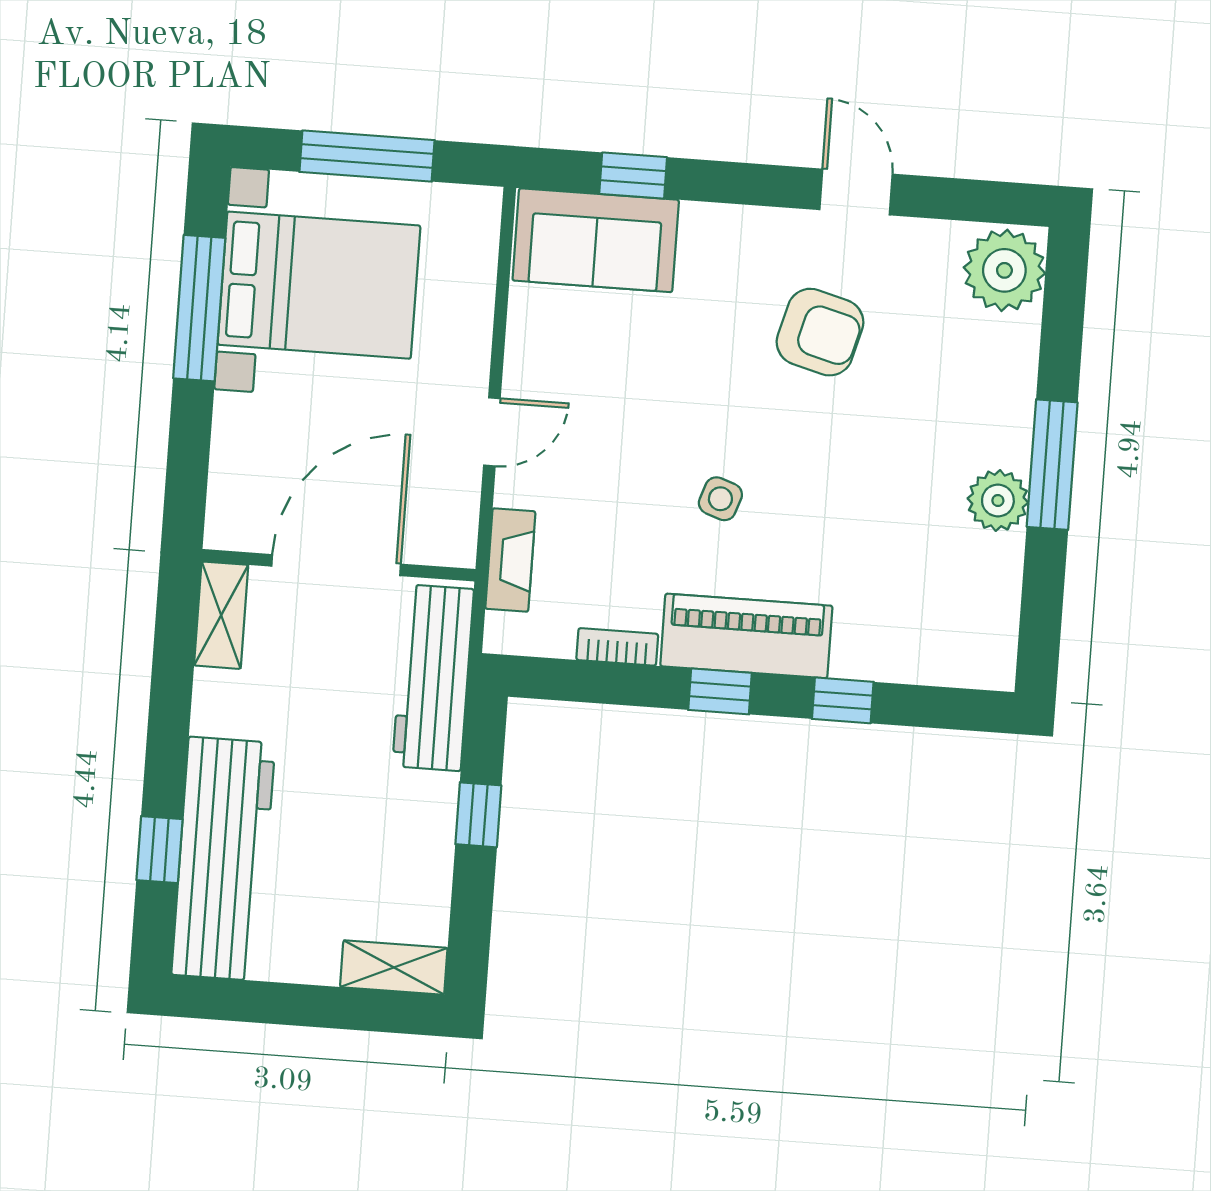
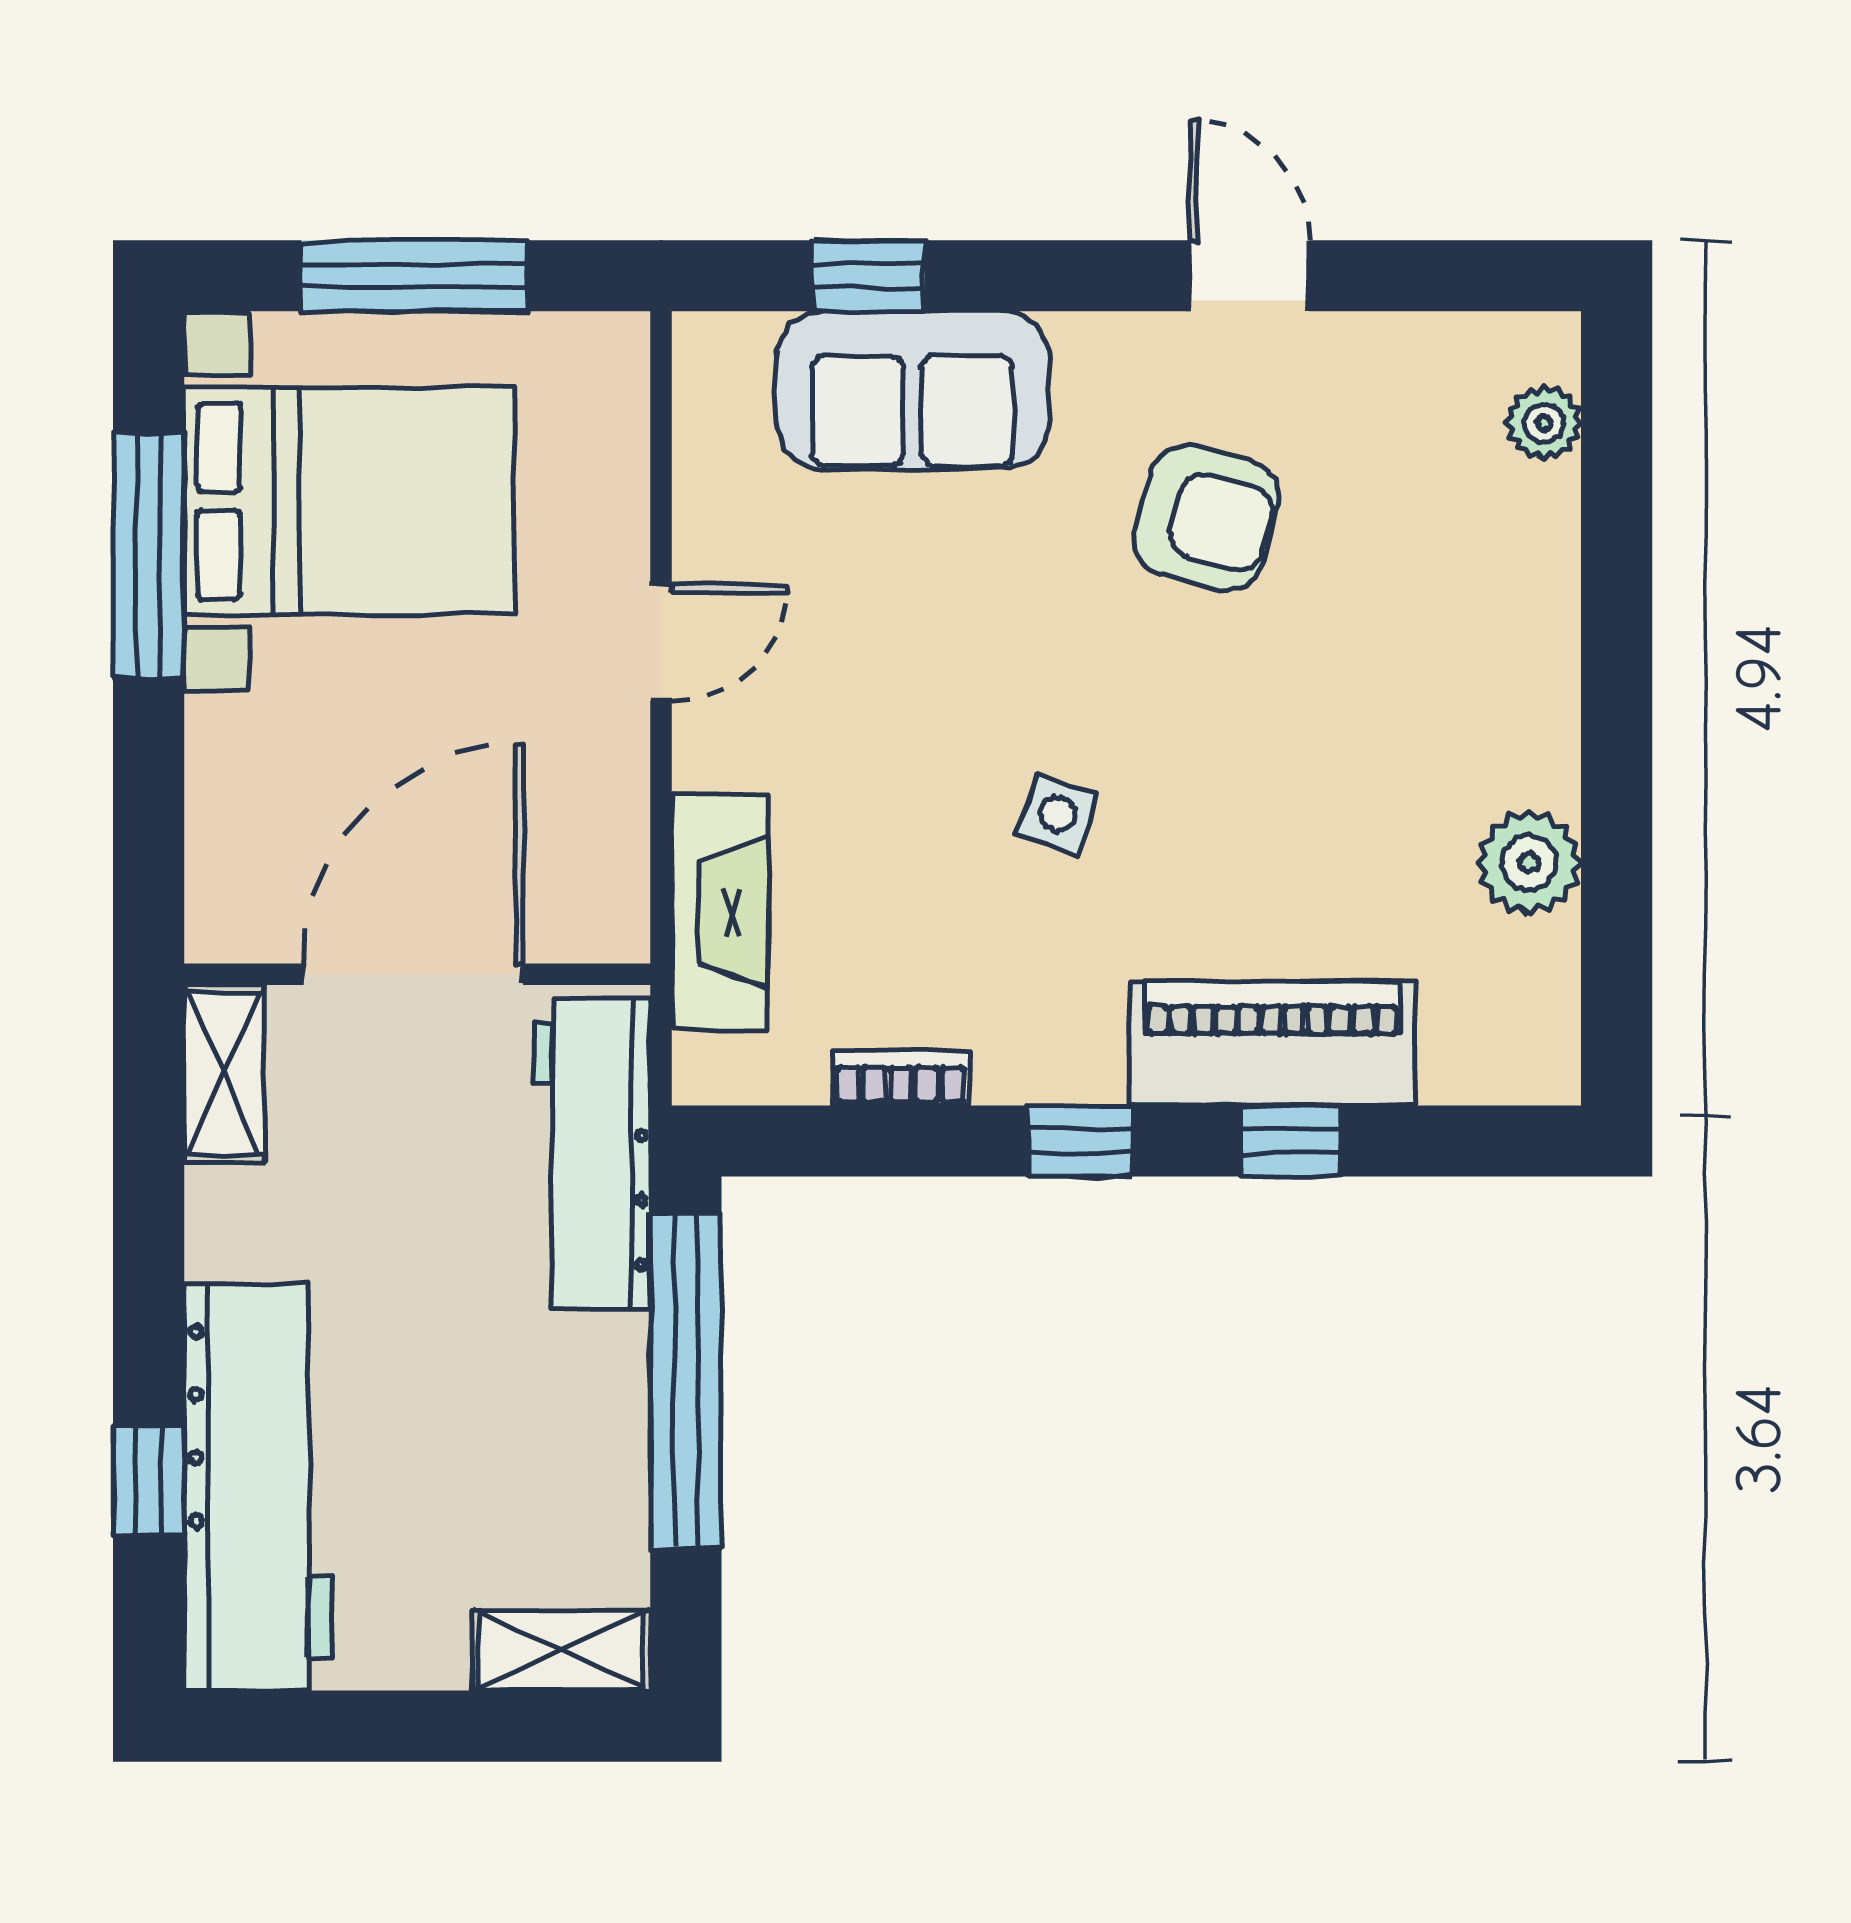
sofa: (596, 240) -> (913, 390), moved
plant: (1004, 270) -> (1544, 423), width x0.53, depth x0.53
door: (492, 432) -> (661, 643), moved
window: (1052, 465) -> (1617, 714), removed
plant: (998, 500) -> (1529, 863), moved
fireplace: (510, 560) -> (720, 912), width x1.37, depth x1.32
piano: (746, 636) -> (1272, 1044), moved
window: (478, 815) -> (686, 1381), width x3.17

